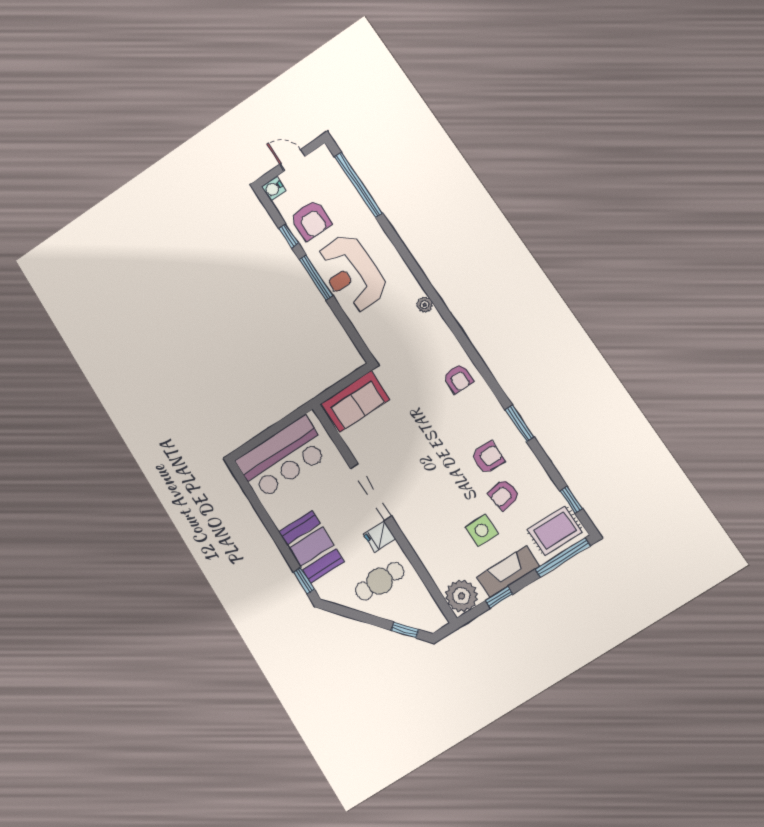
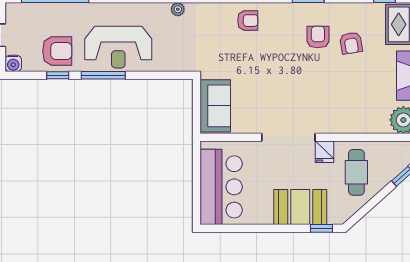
side table: (482, 530) -> (366, 75), removed

